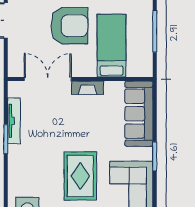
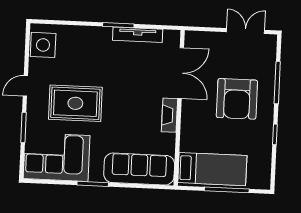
bed: (111, 46) -> (212, 169), moved

